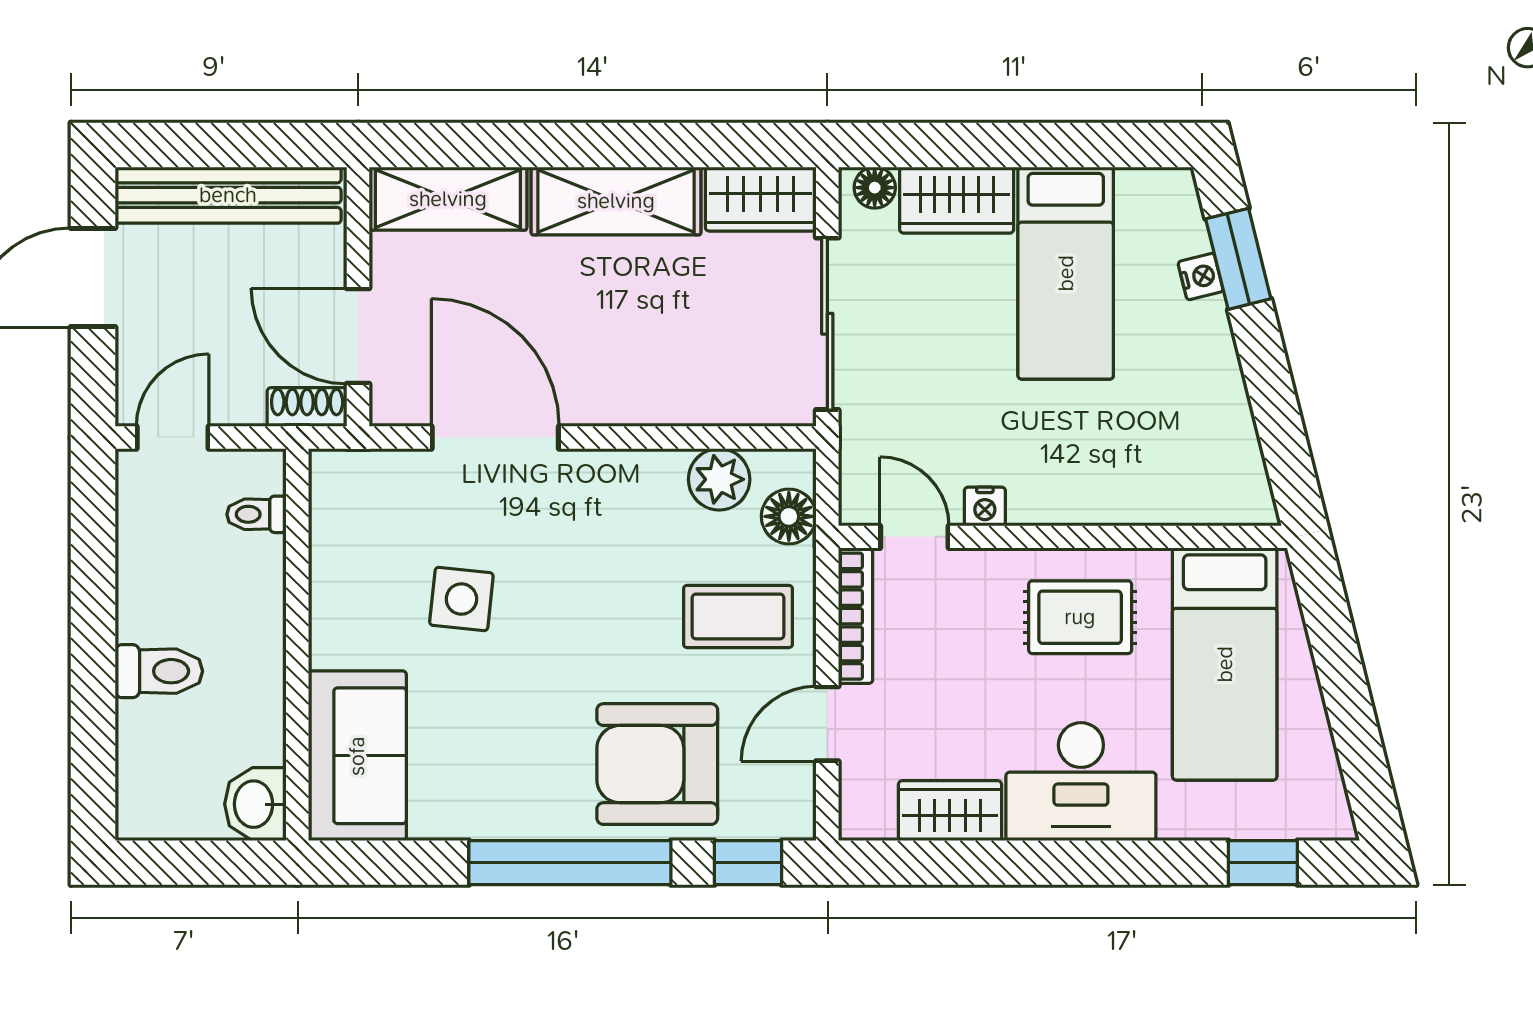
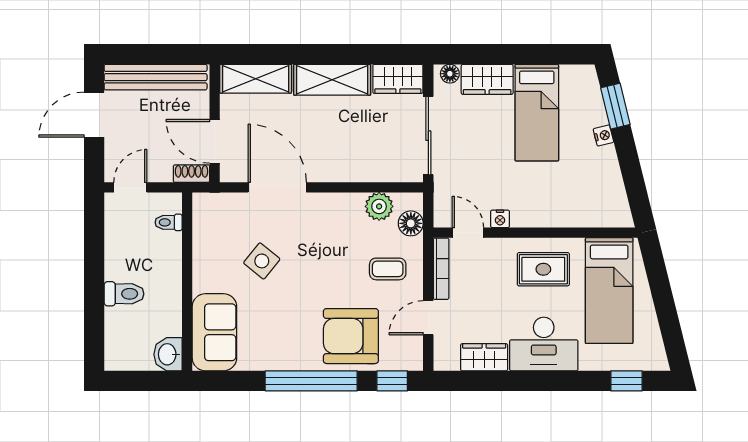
nightstand: (1201, 277) -> (603, 135), moved
side table: (461, 599) -> (262, 261), turned 33
coffee table: (738, 616) -> (388, 269), width x0.73, depth x0.77

